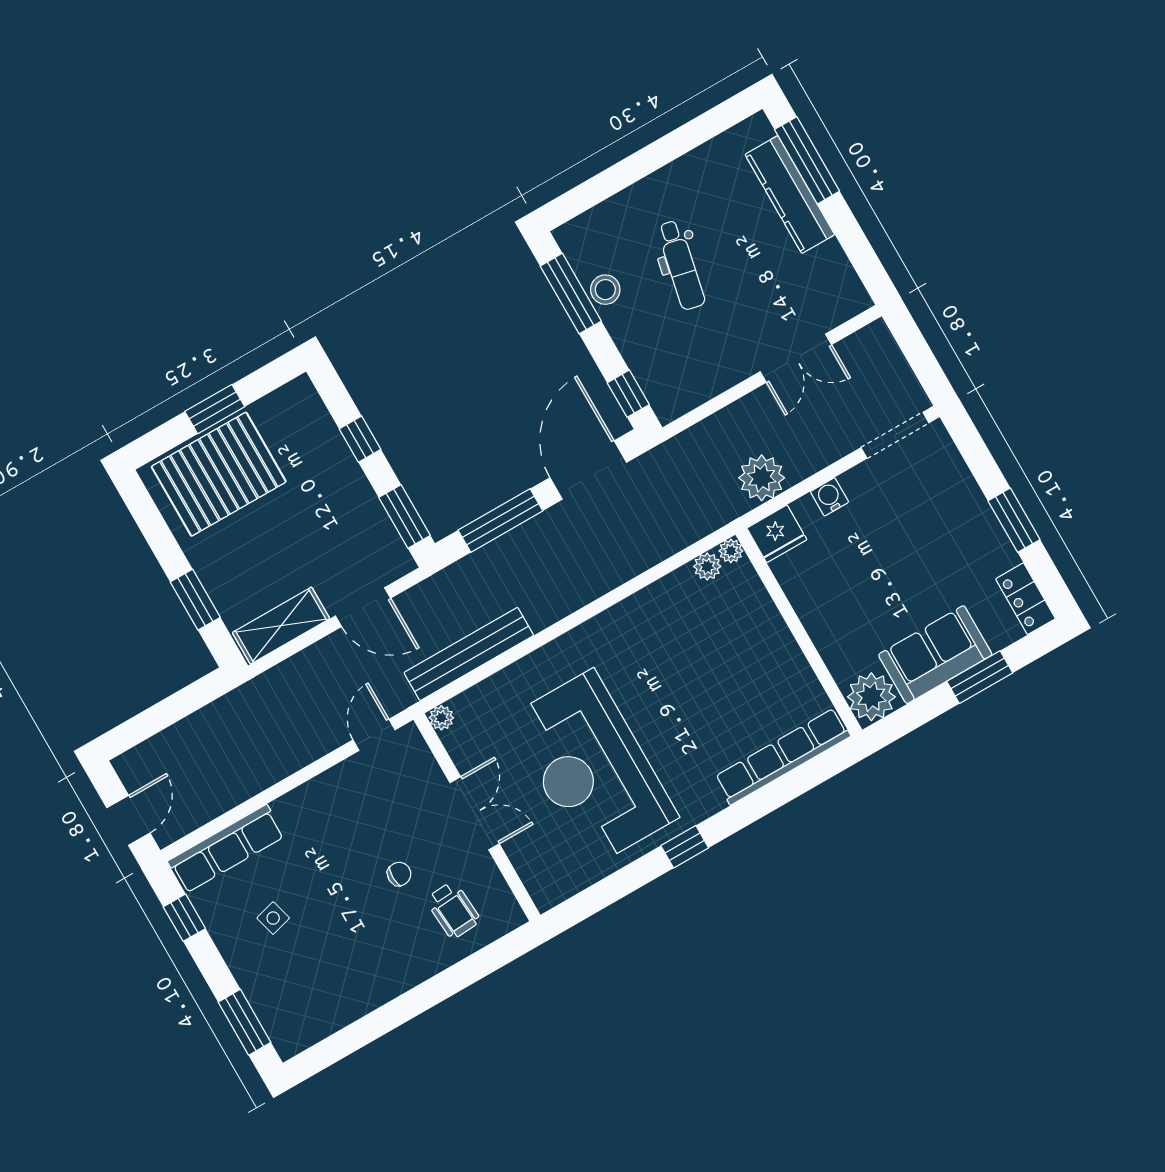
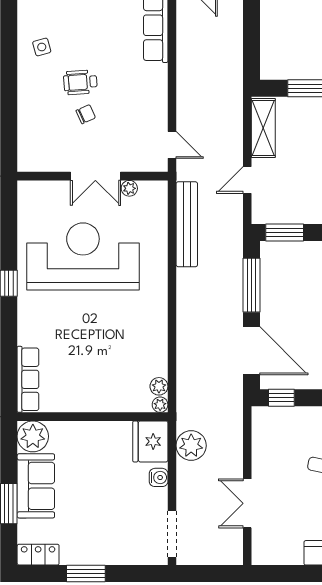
fridge: (777, 534) -> (150, 441), width x1.36, depth x1.34
door: (363, 607) -> (247, 180), width x0.73
plant: (441, 718) -> (129, 188), moved
row of seats: (782, 757) -> (28, 379), width x0.73
chair: (399, 874) -> (86, 114), turned -114
wheelchair: (453, 910) -> (80, 82), moved
side table: (273, 918) -> (42, 47), moved

